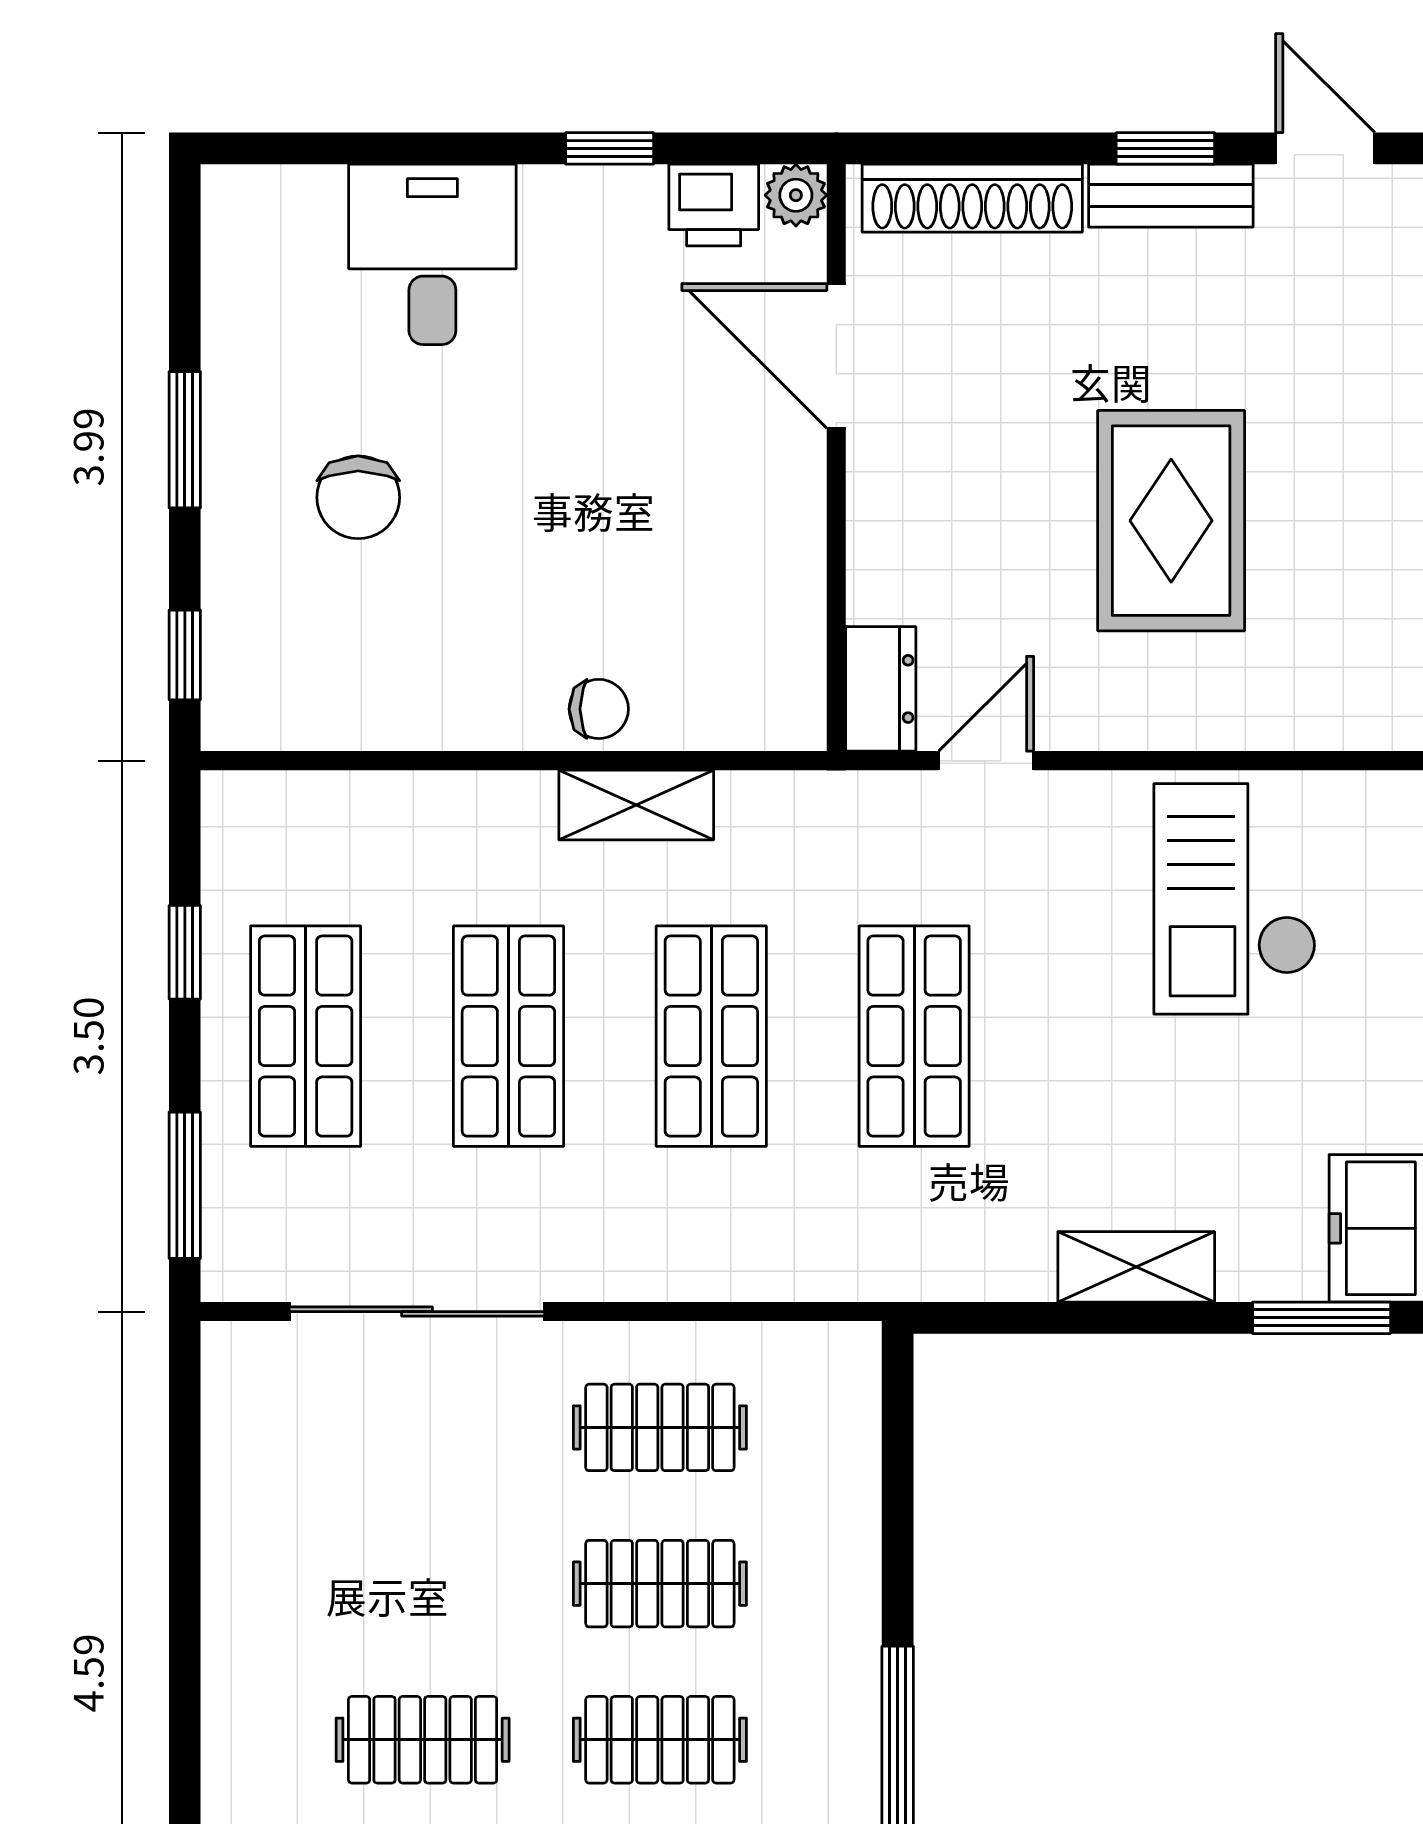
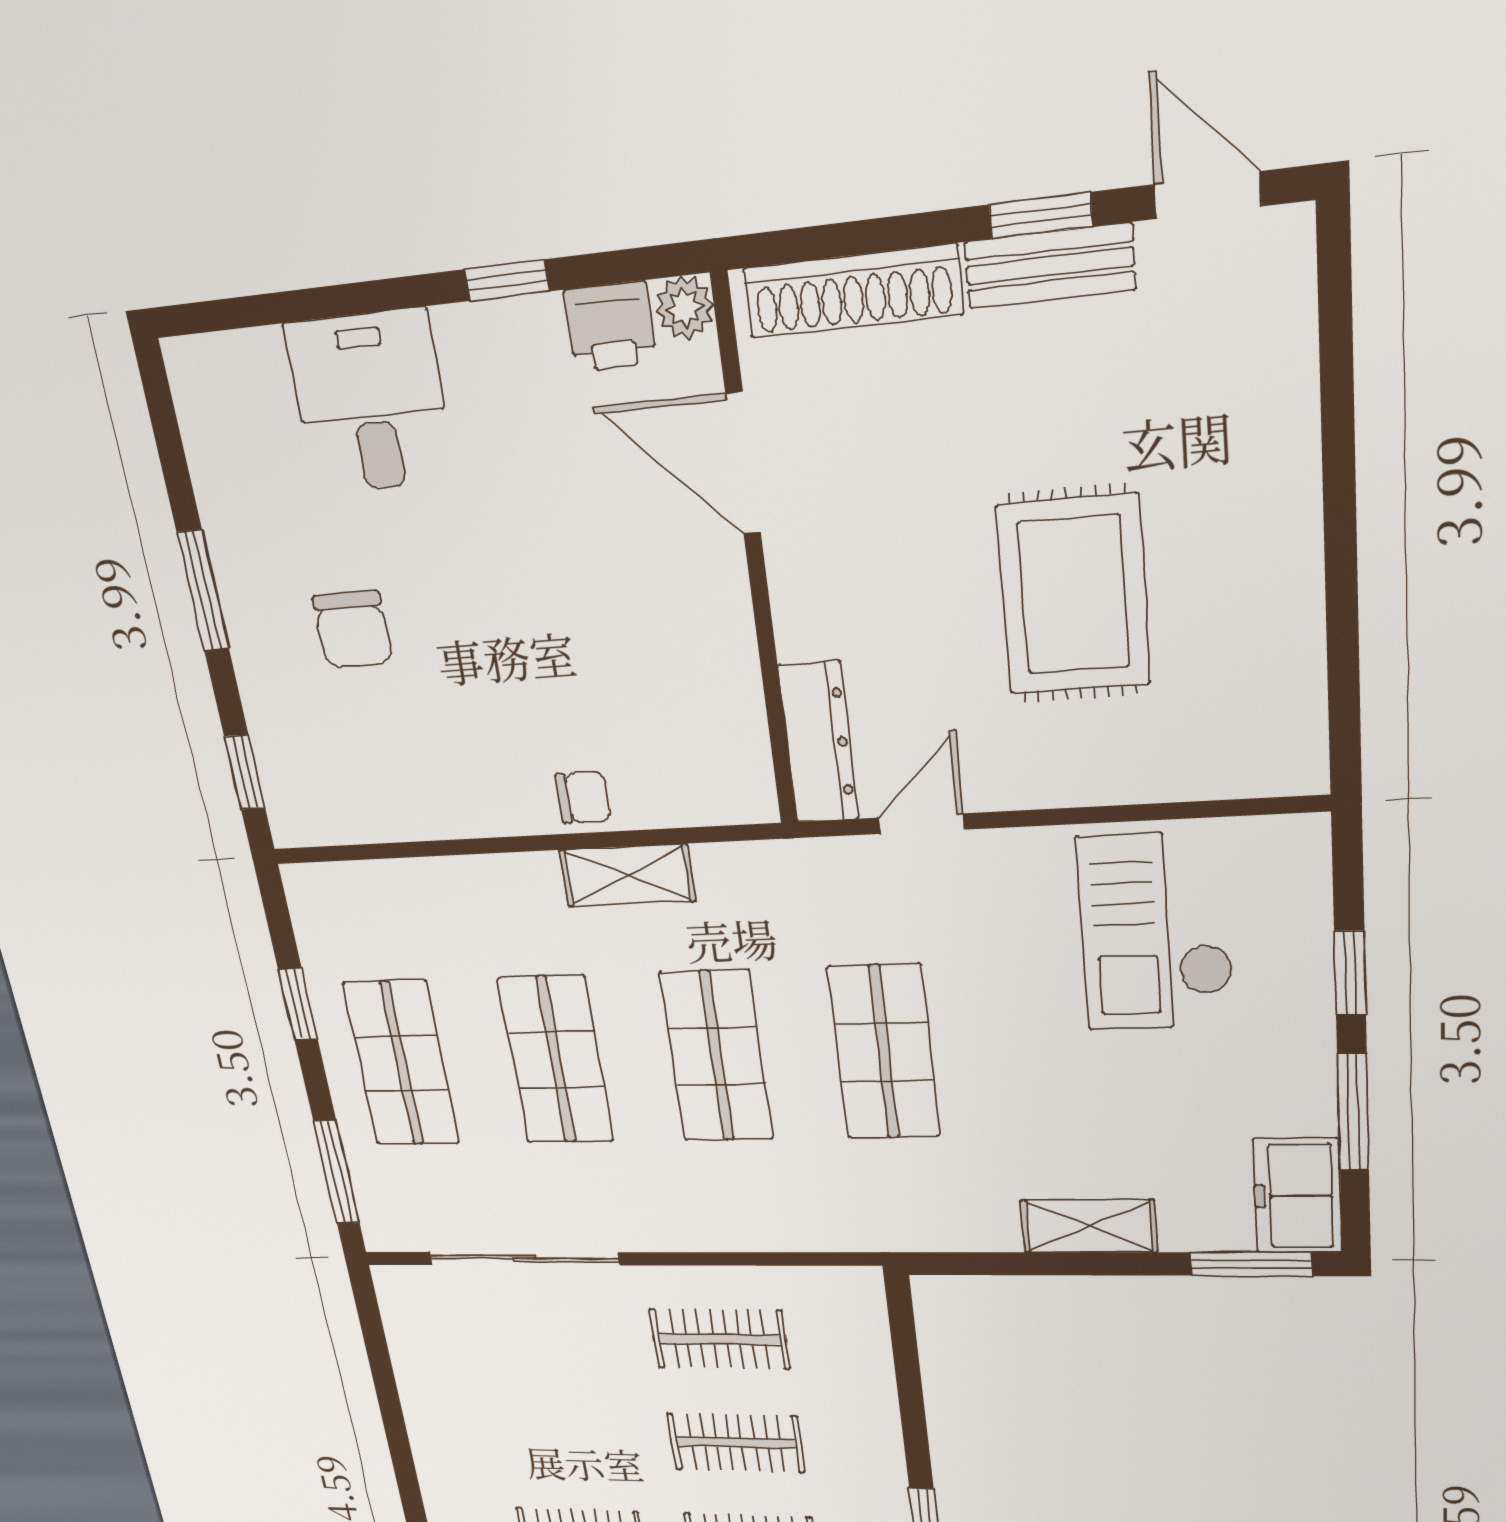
dresser: (881, 689) -> (818, 743), width x1.44

